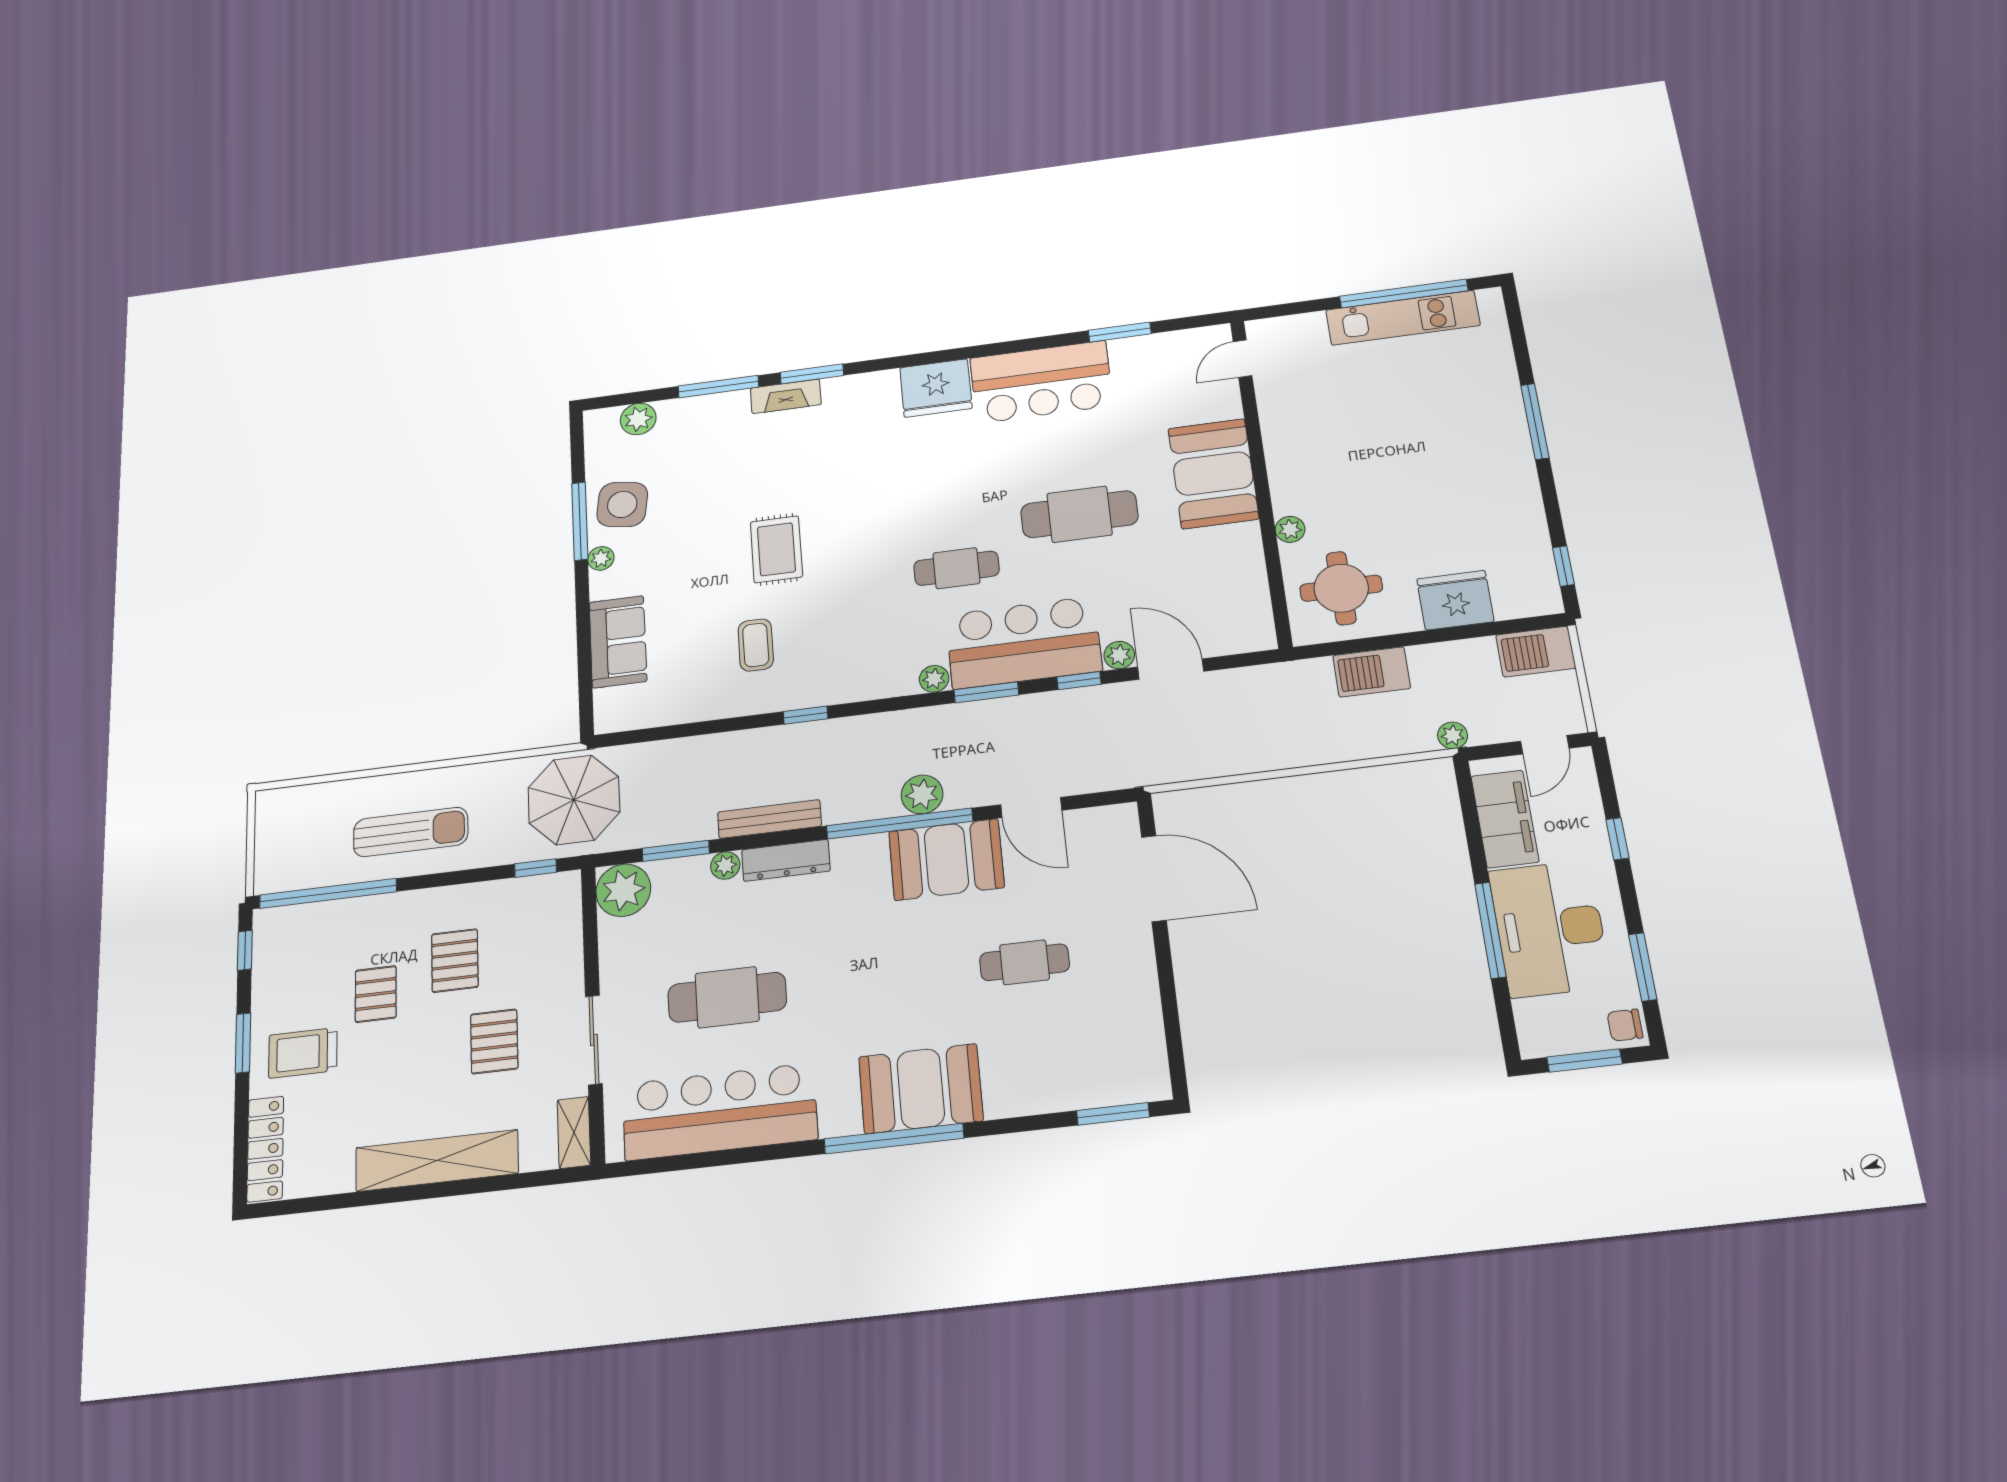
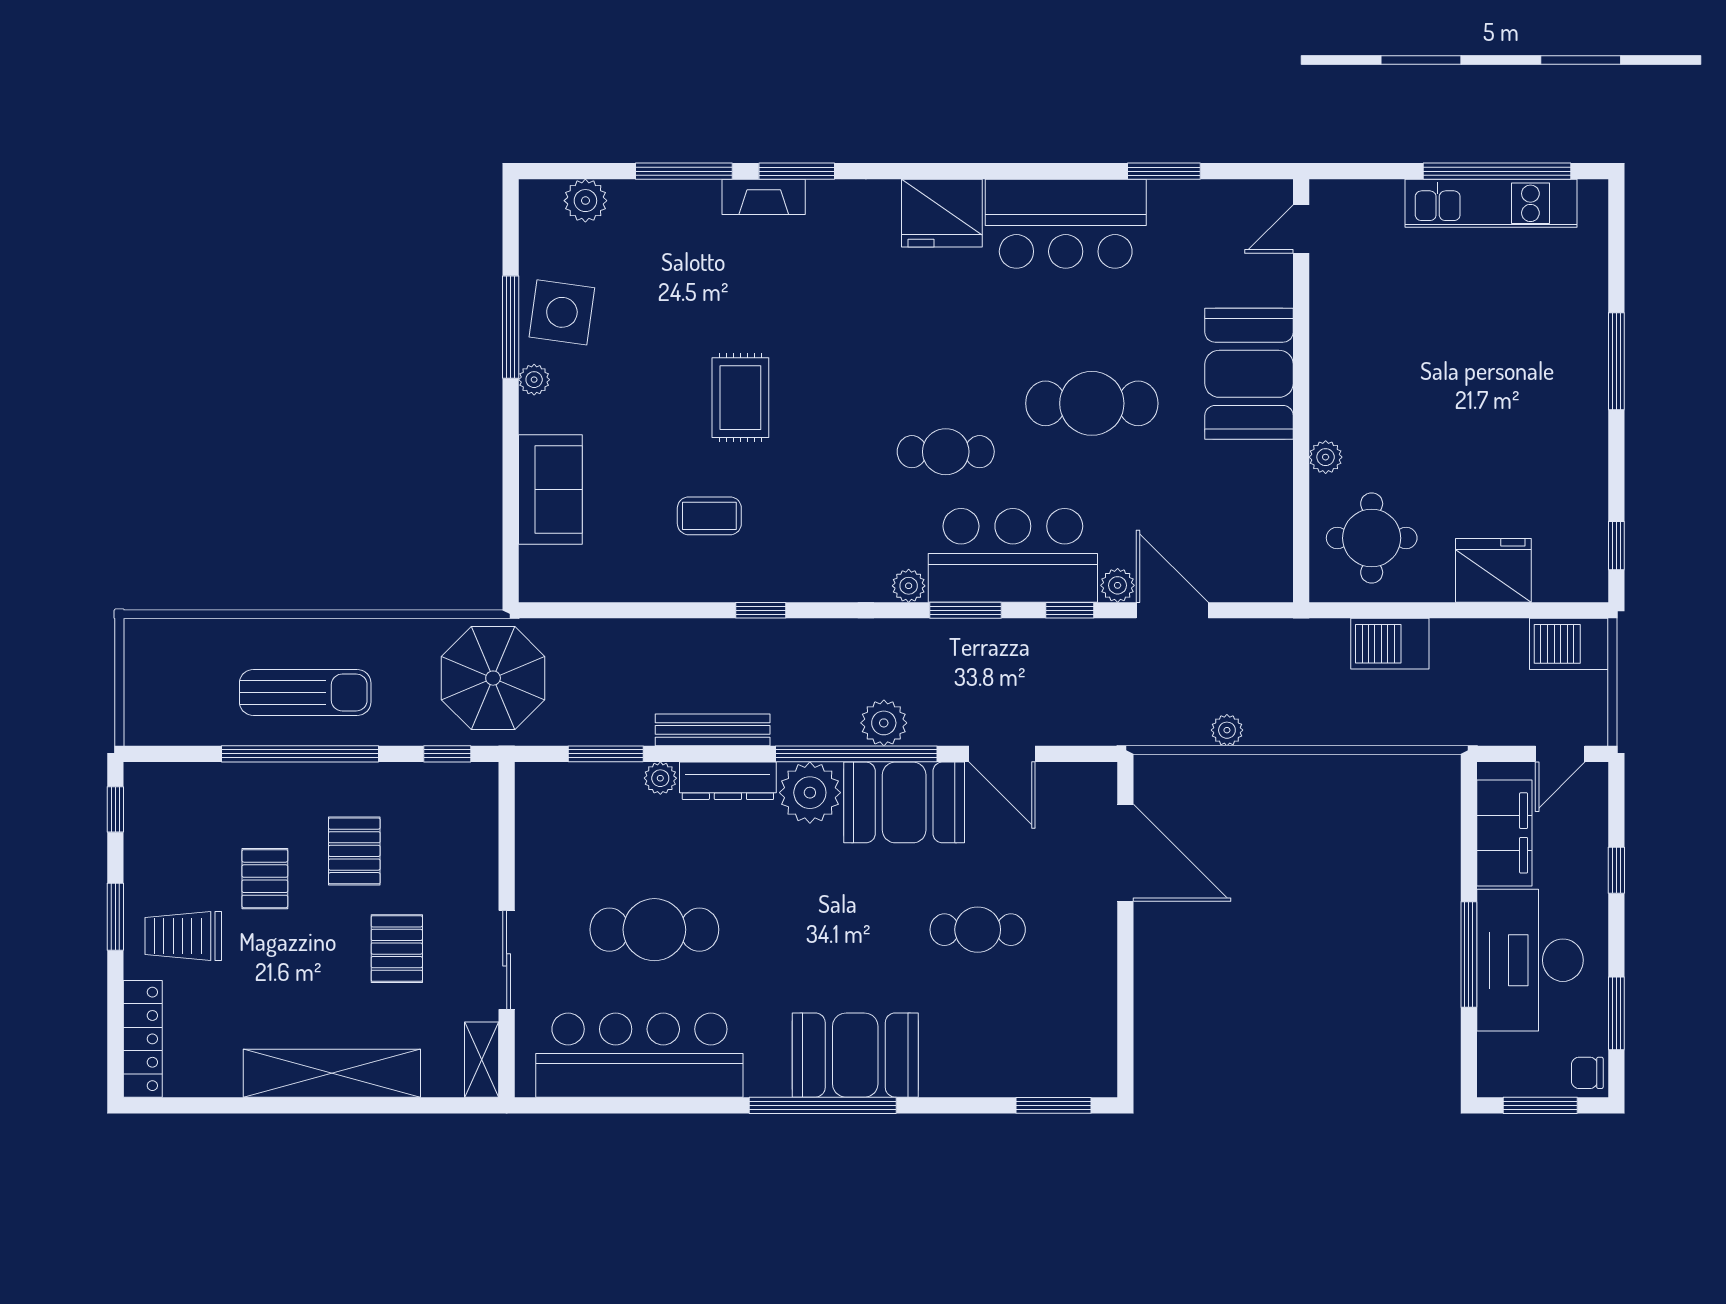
coffee table: (756, 645) -> (709, 516), turned 90
plant: (1453, 735) -> (1227, 730), moved
plant: (623, 890) -> (810, 793), moved
window: (328, 893) -> (300, 754), moved

